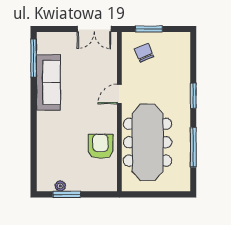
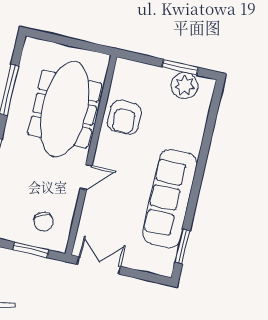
window: (34, 58) -> (182, 246), width x0.69
sofa: (48, 82) -> (170, 198), width x1.36, depth x1.27
plant: (60, 186) -> (184, 86), width x1.87, depth x1.87

